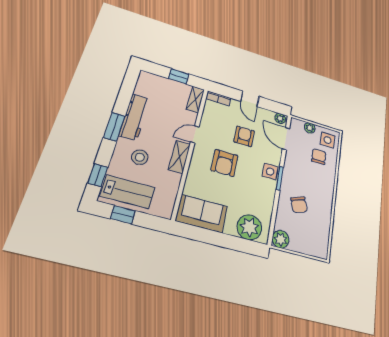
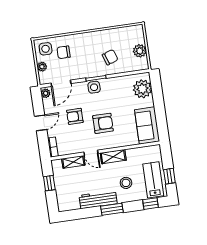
shelving: (195, 99) -> (73, 162), moved
plant: (281, 239) -> (140, 51), moved

